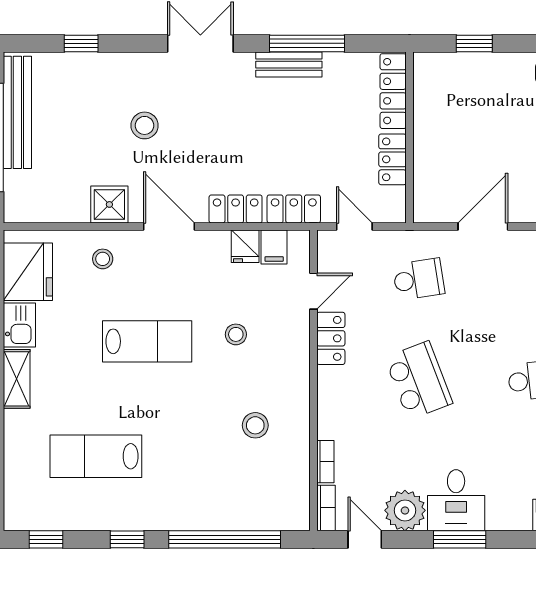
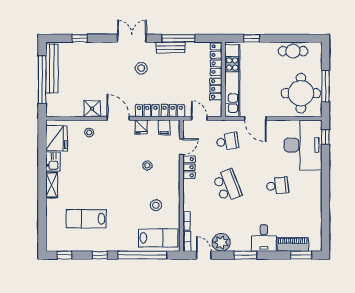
stool: (145, 125) -> (141, 68), moved
kitchen unit: (430, 140) -> (232, 81), added
door: (483, 226) -> (255, 118), swing flipped
fridge: (245, 246) -> (141, 127), moved
lab bench: (147, 341) -> (158, 238), moved
desk: (456, 500) -> (264, 238), moved

